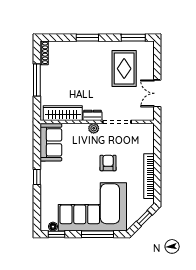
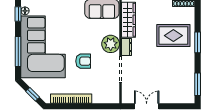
rug: (124, 69) -> (173, 36), moved
plant: (94, 128) -> (111, 44), width x1.88, depth x1.88

